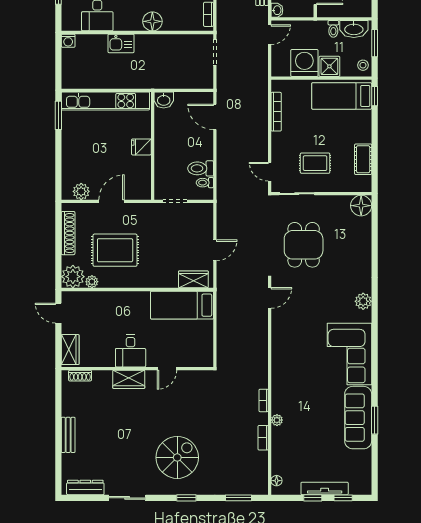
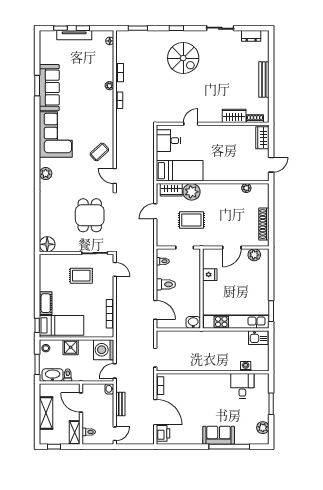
floor lamp: (152, 21) -> (201, 381), removed
washing machine: (68, 41) -> (246, 366), moved
kitchen sink: (121, 43) -> (258, 338), moved, turned 180
washing machine: (304, 63) -> (104, 350), moved, turned 90
fridge: (141, 147) -> (210, 275), moved
cot: (363, 159) -> (46, 303), moved
toilet: (201, 168) -> (166, 284), moved
rug: (115, 250) -> (191, 220), moved, width x0.73, depth x0.70
plant: (73, 277) -> (192, 192), moved
door: (270, 298) -> (115, 176), hinge flipped
door: (58, 313) -> (271, 165), hinge flipped
coffee table: (291, 330) -> (99, 152), added
desk: (131, 351) -> (168, 141), moved, turned -90
wardrobe: (129, 379) -> (234, 116), moved
bench: (68, 435) -> (264, 80), width x1.36
spiral stairs: (177, 457) -> (183, 58), turned -90
dresser: (85, 487) -> (251, 36), width x0.70

